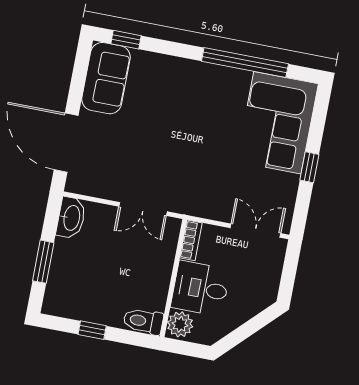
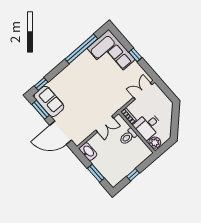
window: (79, 75) -> (41, 110), added
toilet: (143, 321) -> (128, 137), moved

